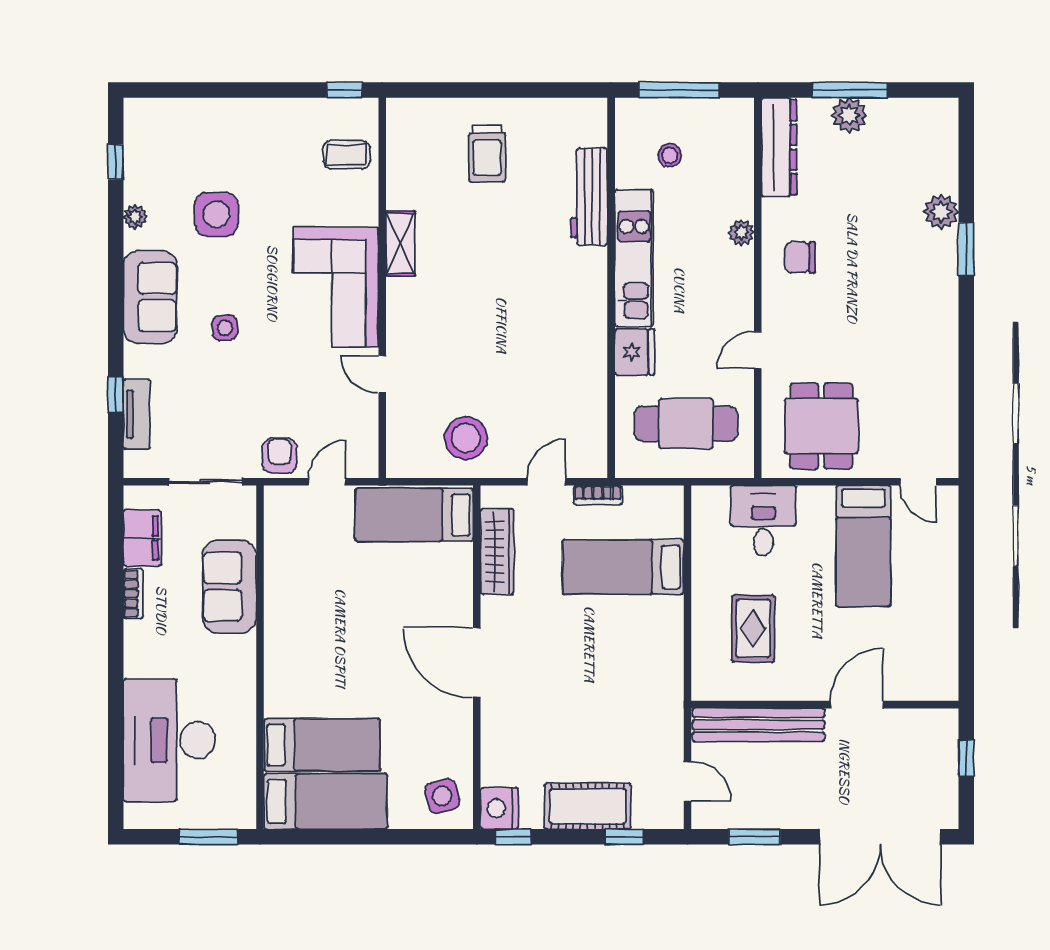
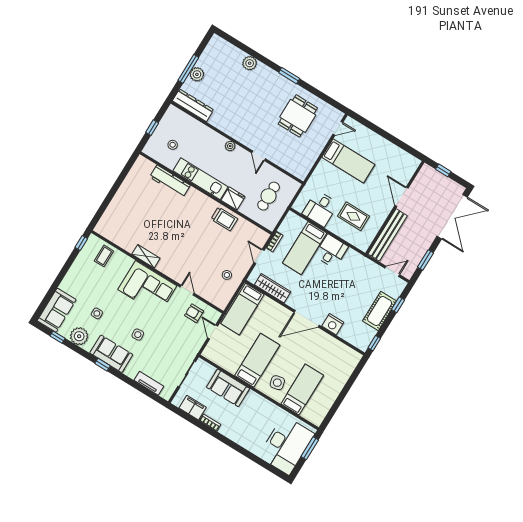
window: (679, 90) -> (152, 128), width x0.46
sofa: (171, 125) -> (57, 310), added
trolley: (487, 154) -> (224, 219), moved
side table: (216, 214) -> (97, 313), width x0.54, depth x0.54
plant: (135, 217) -> (79, 336), width x1.87, depth x1.87
plant: (741, 232) -> (230, 146), moved
window: (966, 249) -> (289, 76), moved
chair: (800, 257) -> (235, 121), removed
door: (382, 374) -> (187, 290), swing flipped
window: (116, 394) -> (102, 365), moved
cafe table: (686, 424) -> (269, 196), width x0.73, depth x0.74
dining table: (821, 426) -> (298, 116), moved, turned 90
stool: (466, 438) -> (227, 275), width x0.53, depth x0.53
armchair: (279, 456) -> (194, 313), moved
desk: (763, 521) -> (320, 209), moved, turned -90
desk: (651, 627) -> (331, 251), added
desk: (169, 740) -> (286, 445), moved, turned -90
side table: (442, 796) -> (277, 383), moved
bed: (325, 801) -> (257, 360), moved
nightstand: (499, 808) -> (333, 324), moved

